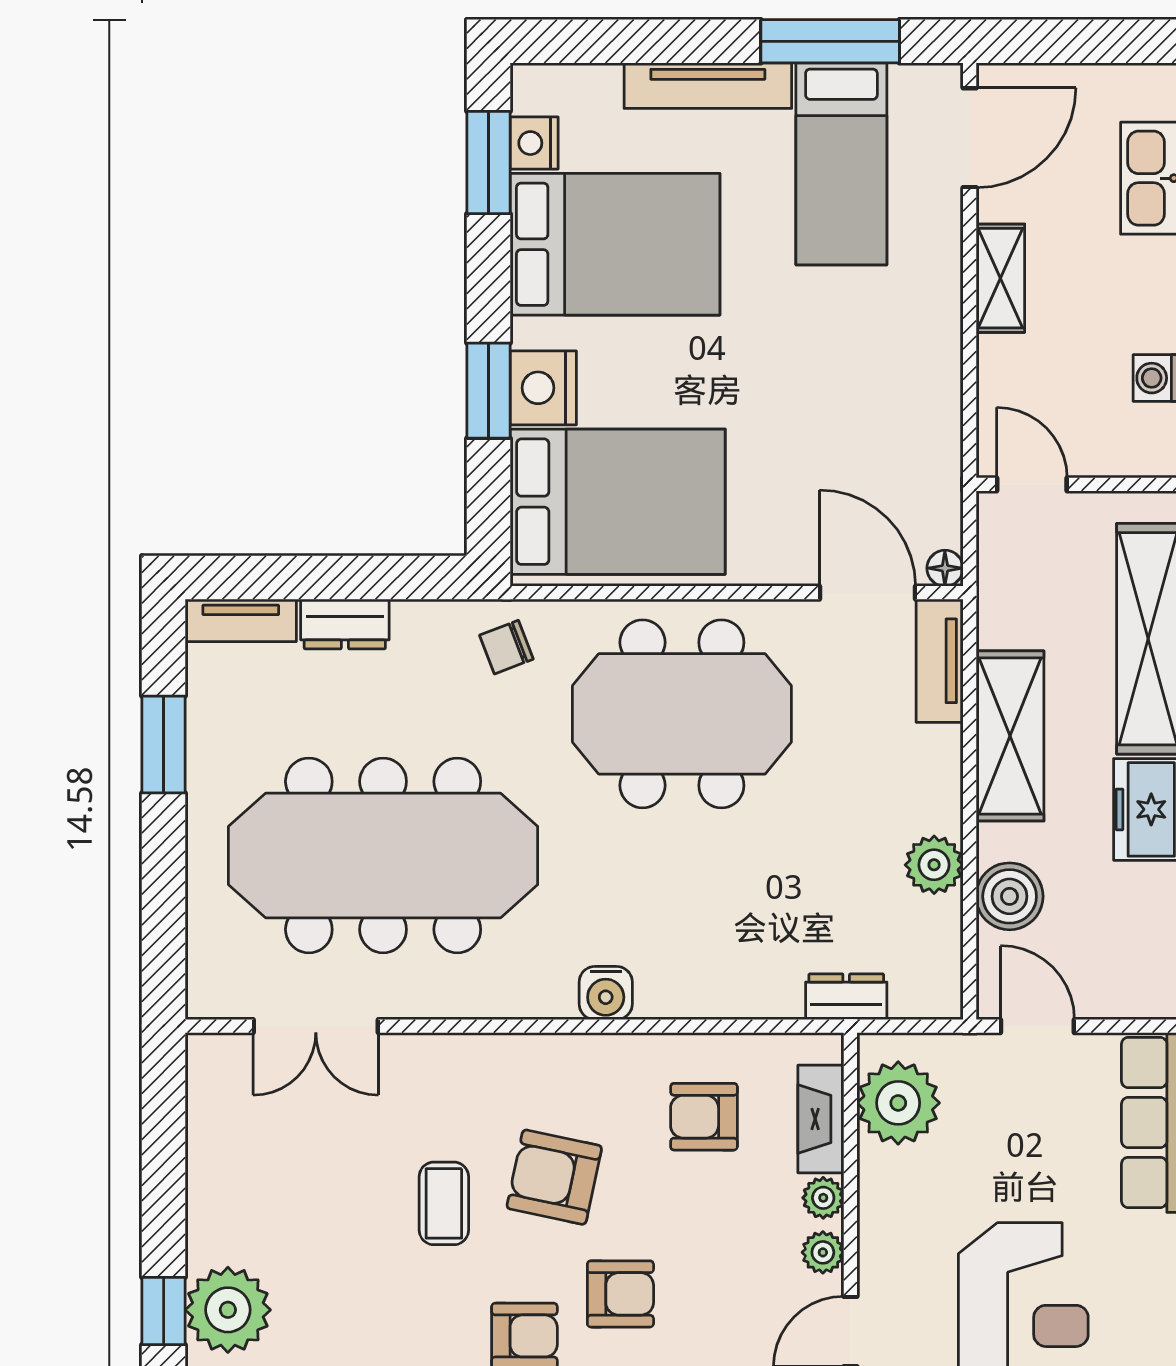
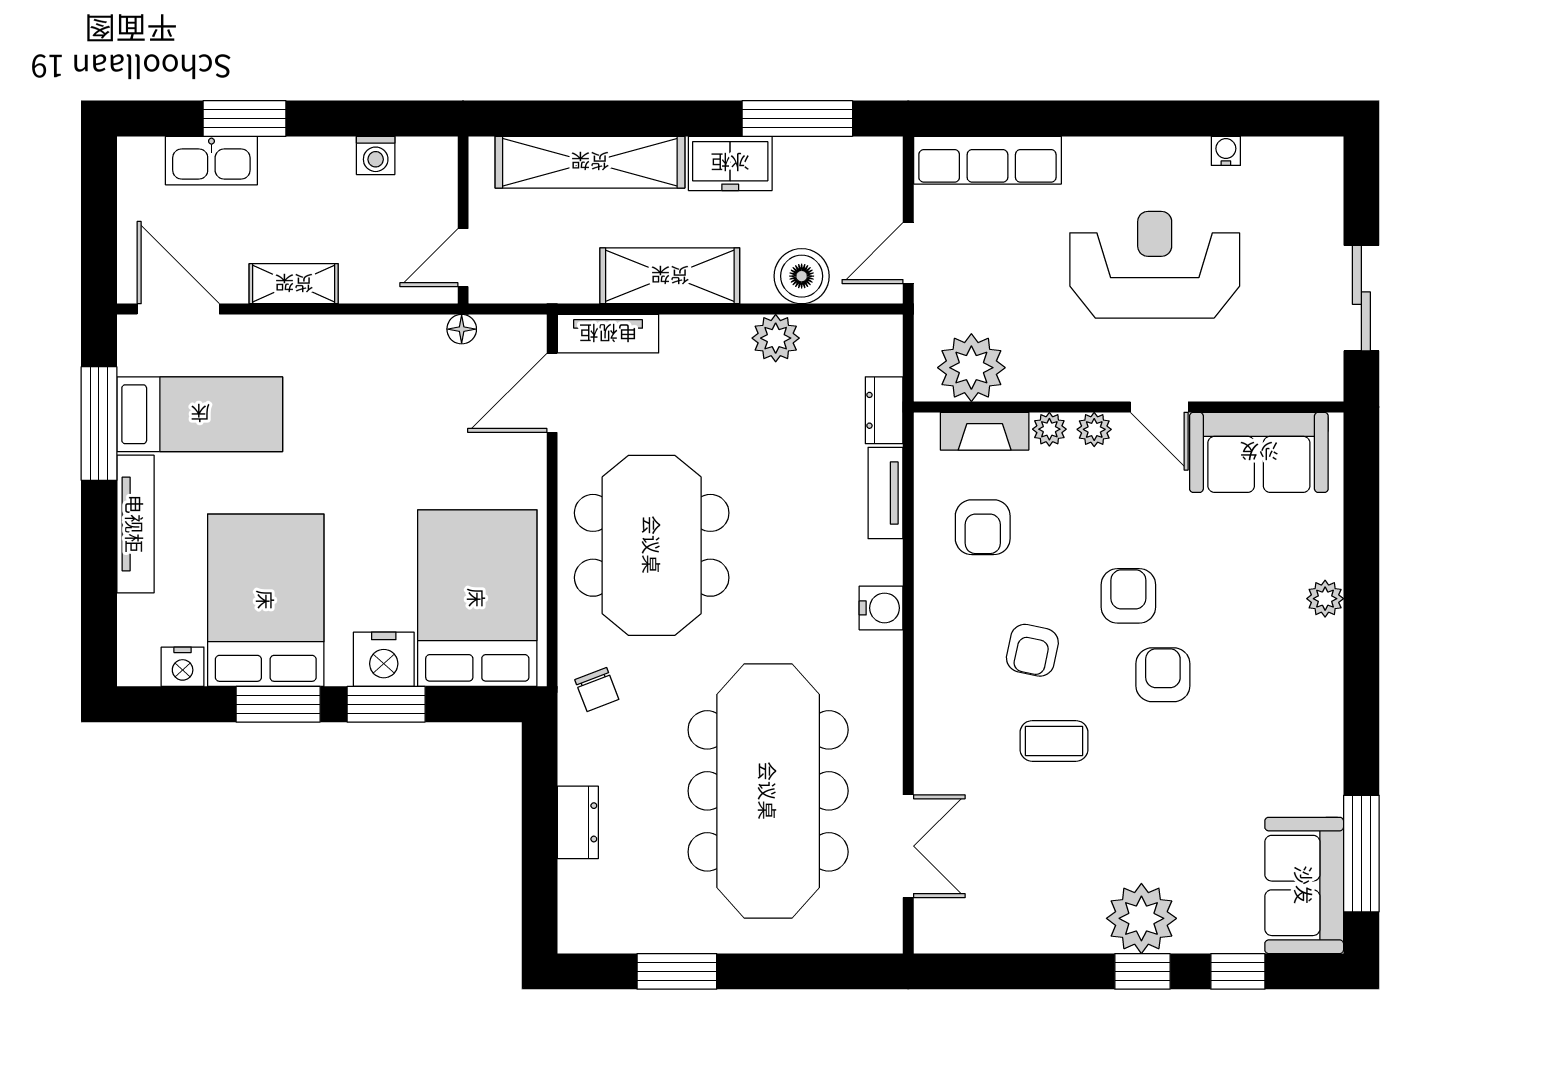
window: (489, 163) -> (278, 704), moved
floor lamp: (945, 568) -> (462, 329), moved
tv unit: (241, 620) -> (885, 493), moved, turned 180
armchair: (554, 1177) -> (1032, 650), width x0.72, depth x0.72

